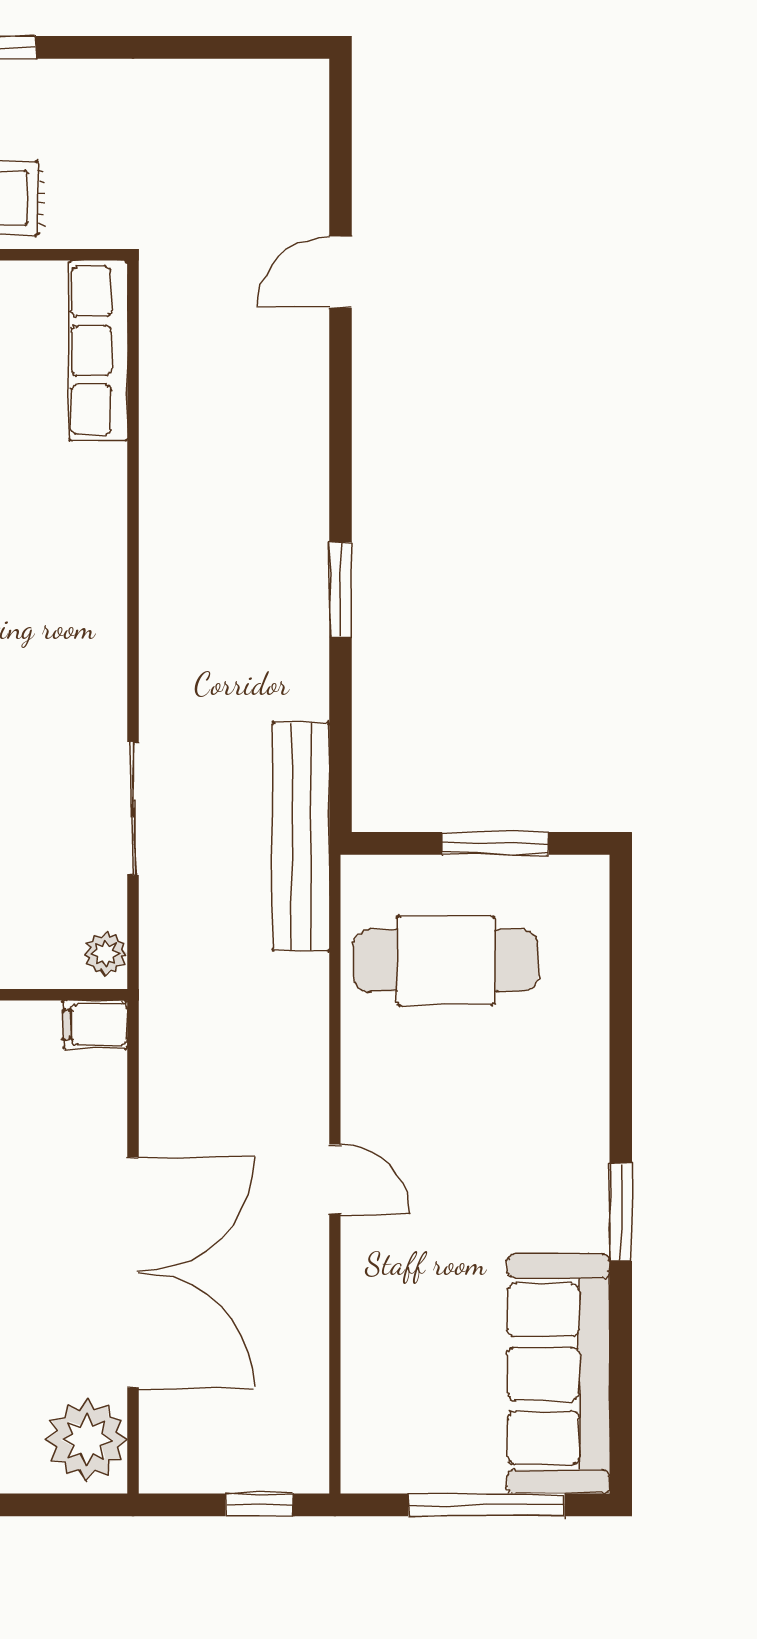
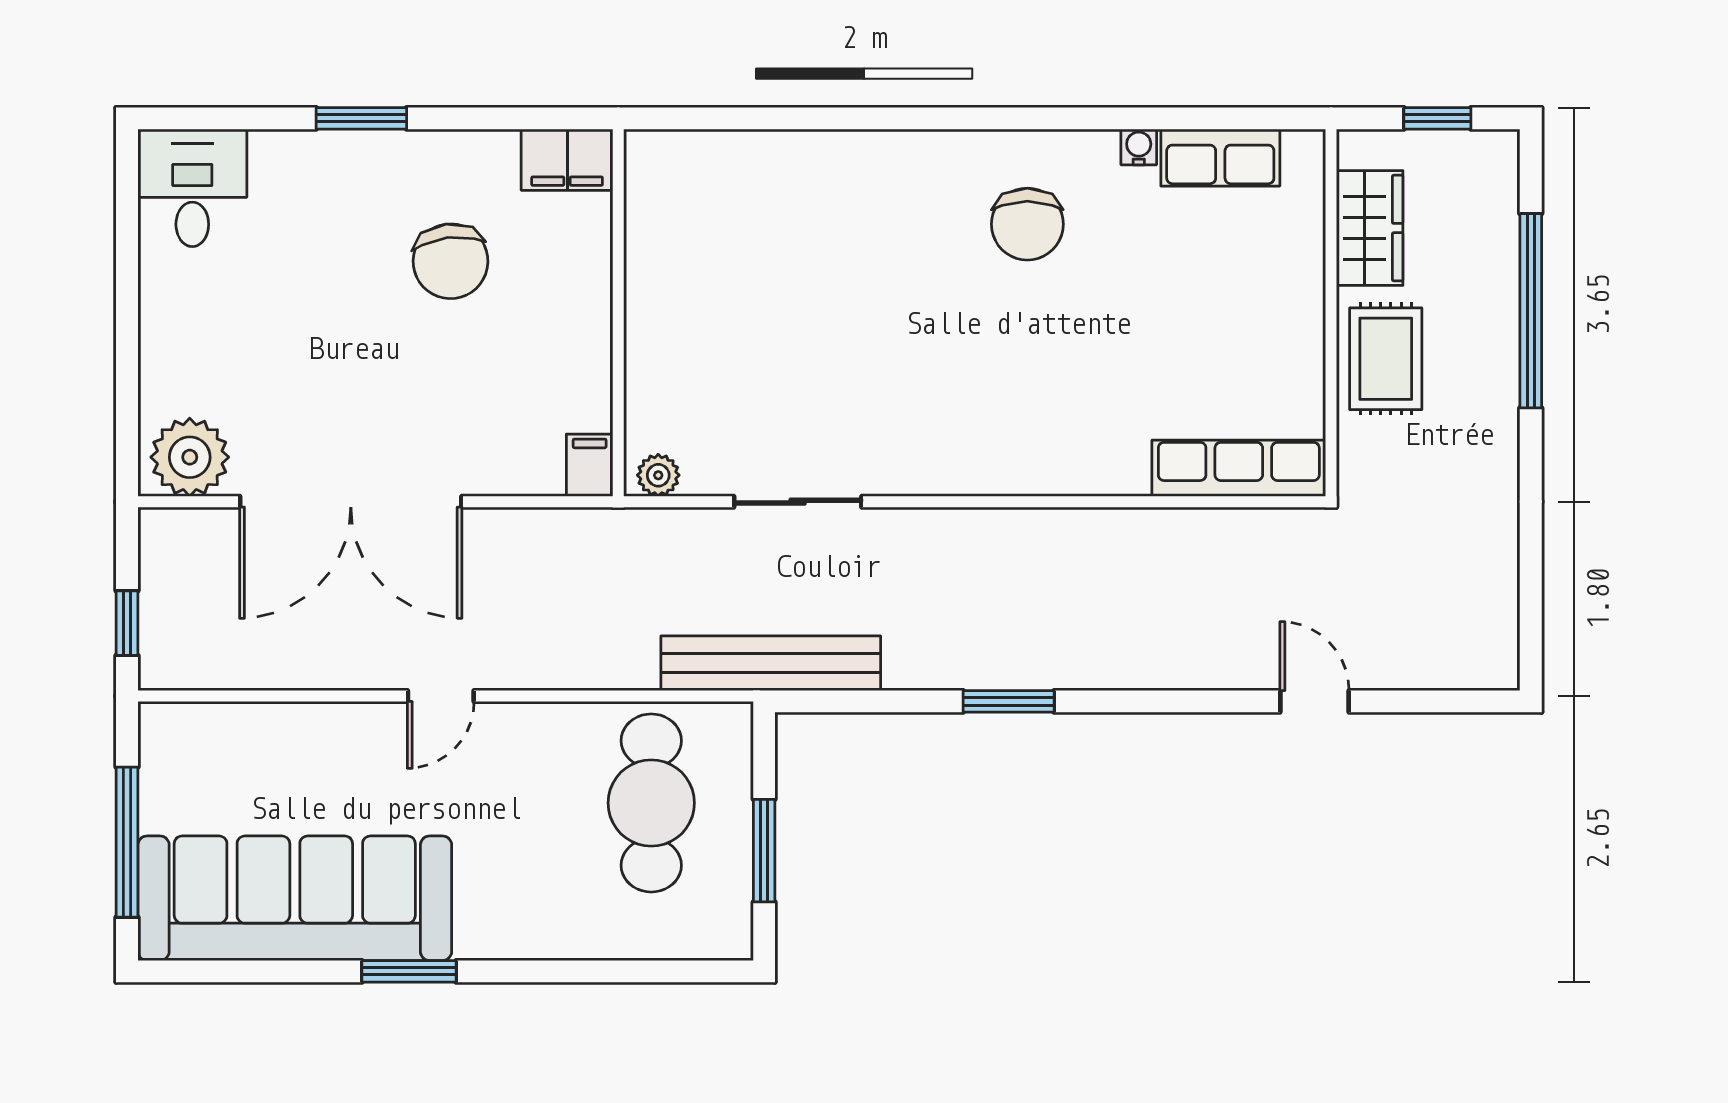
sofa: (559, 1374) -> (295, 898), width x1.36, depth x1.27

